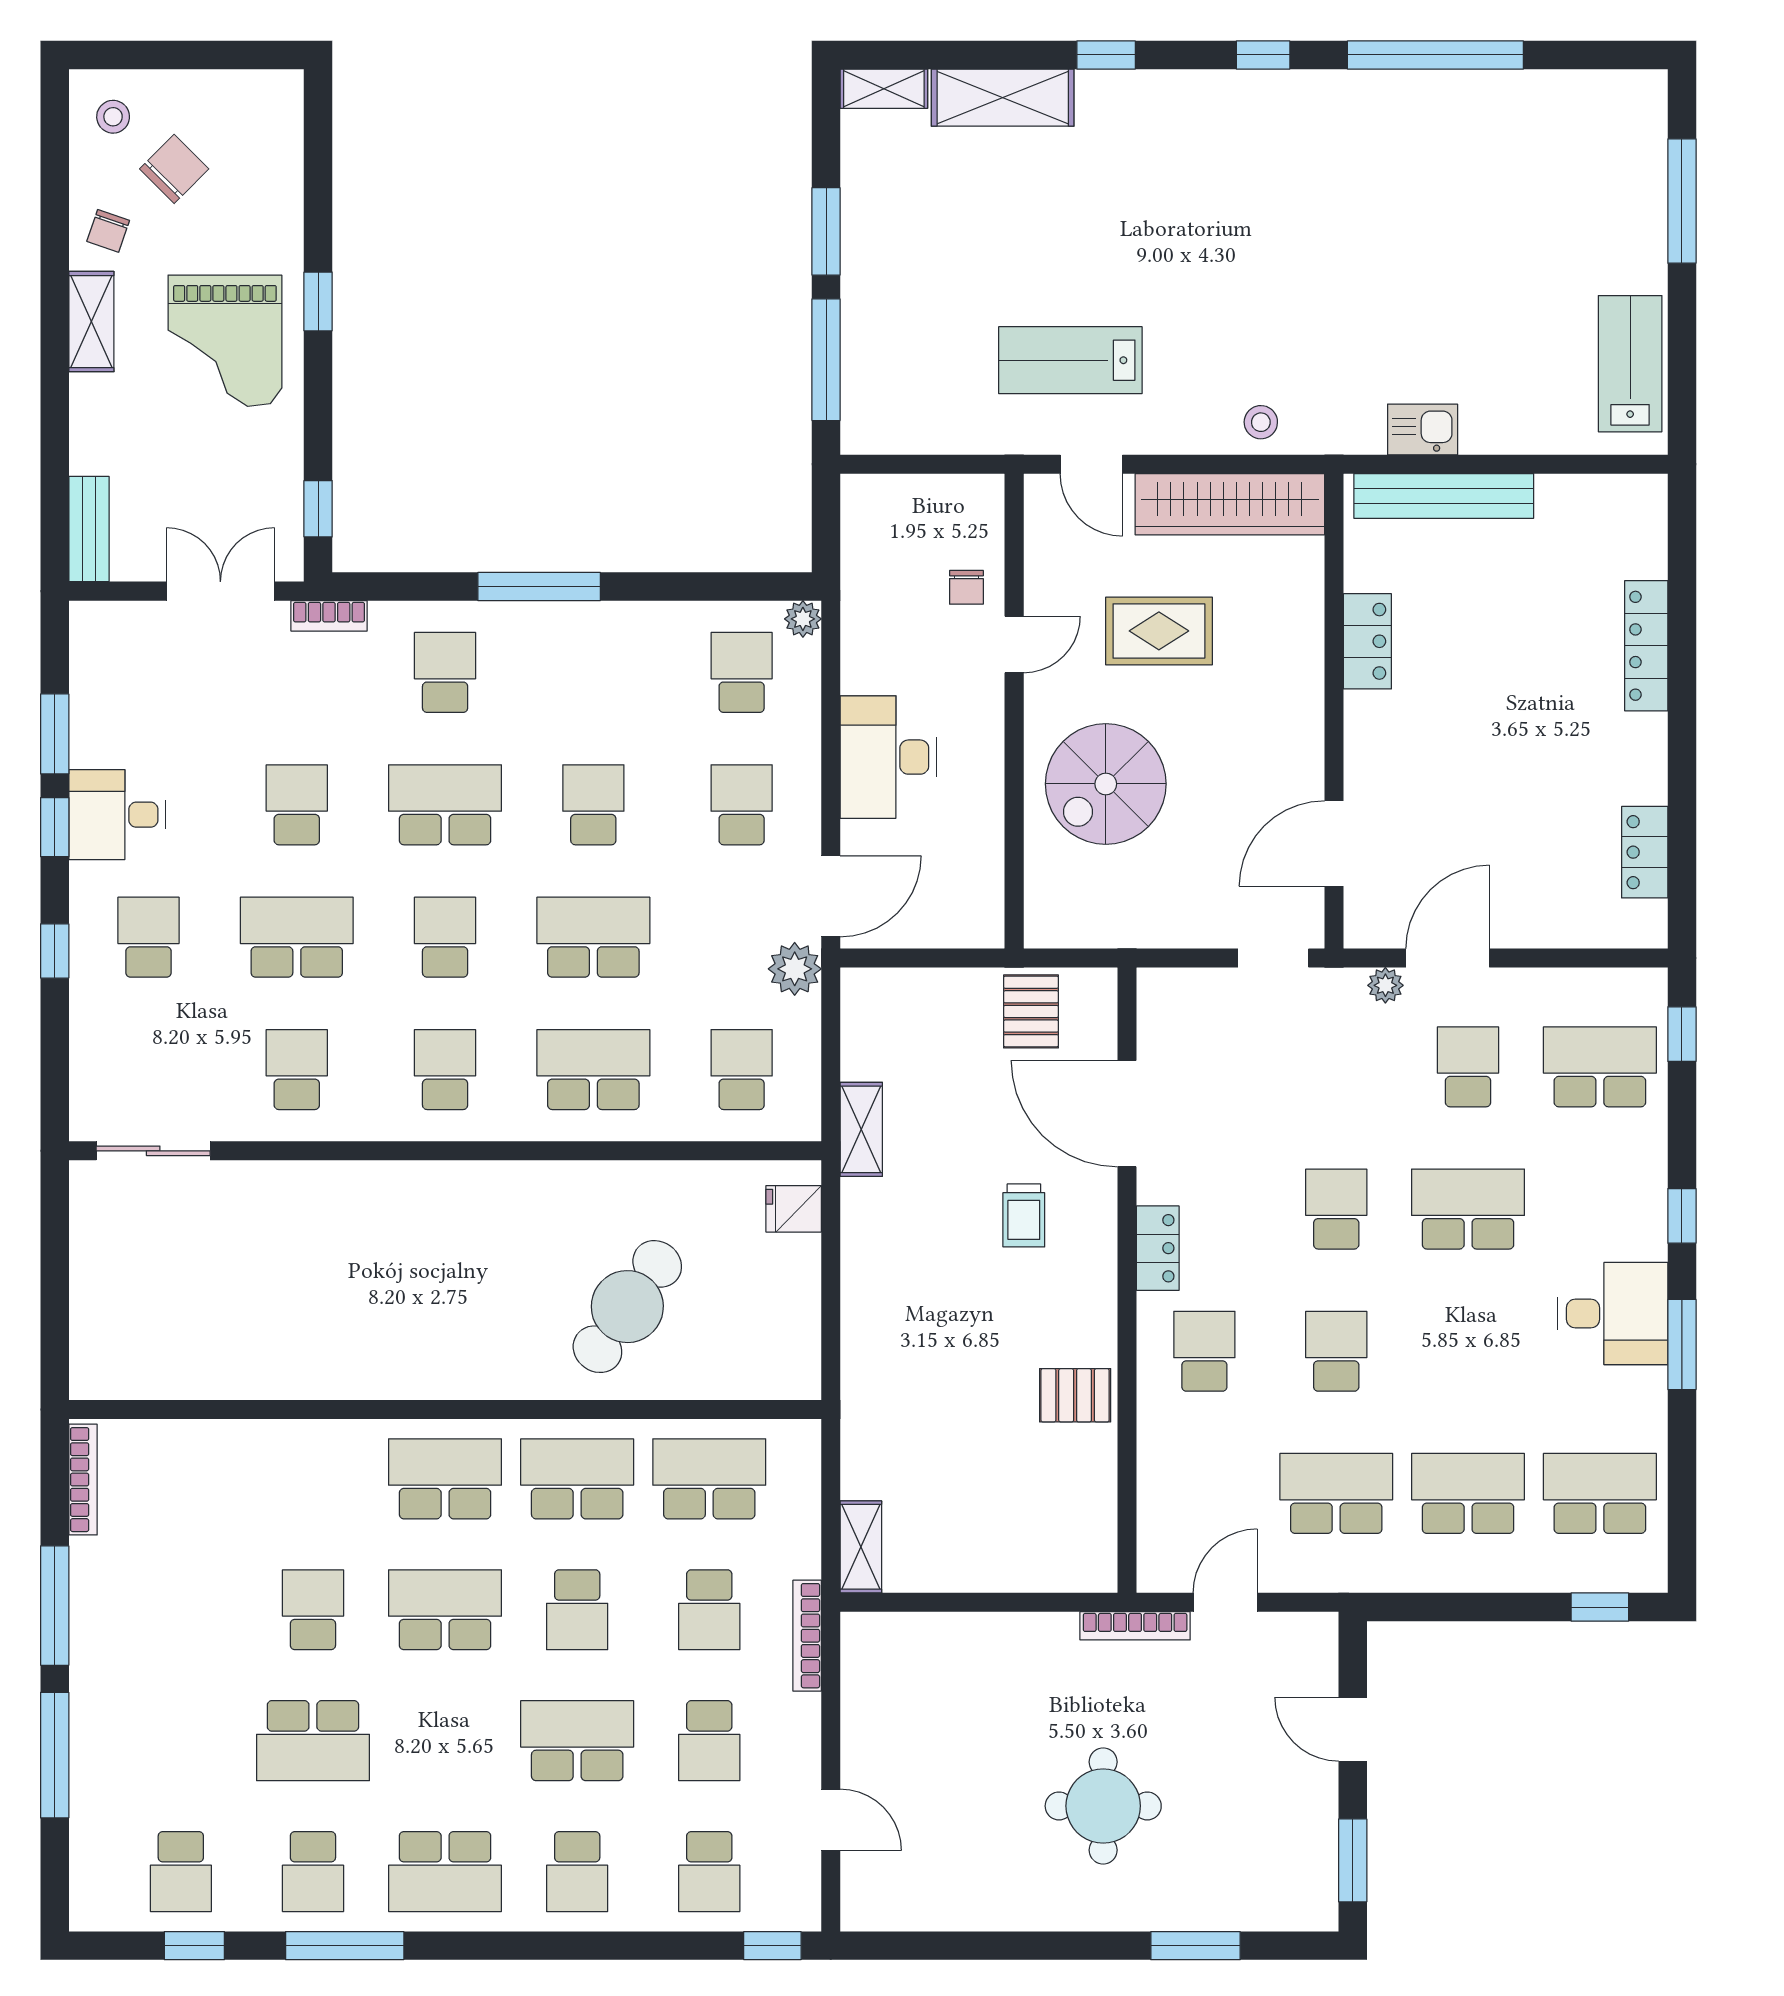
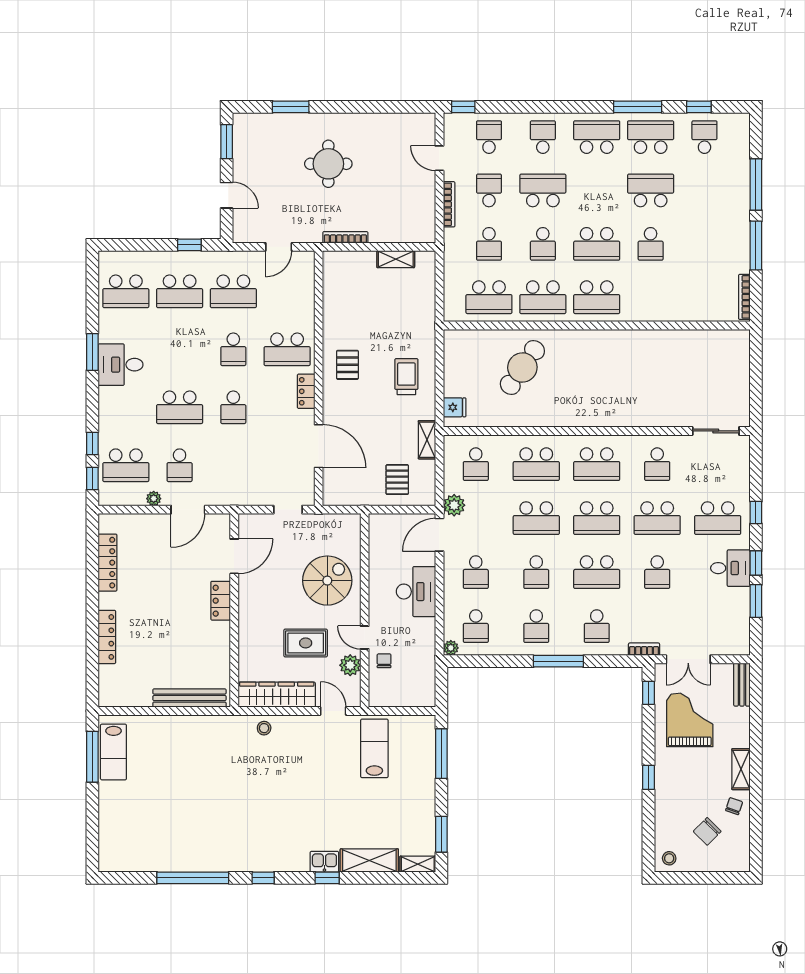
stool: (113, 117) -> (669, 858), moved
window: (1682, 201) -> (92, 757), moved
window: (826, 231) -> (441, 834), moved
grand piano: (225, 341) -> (690, 720), moved
lab bench: (1070, 360) -> (374, 748), moved, turned -90
kitchen sink: (1423, 429) -> (324, 862), moved, turned 180
plant: (1050, 576) -> (350, 665), added
locker: (1367, 641) -> (221, 601), moved
door: (1014, 644) -> (365, 637), hinge flipped
school desk: (593, 672) -> (536, 626), added
locker: (1645, 852) -> (108, 563), width x1.53
school desk: (149, 937) -> (718, 518), width x1.85
school desk: (445, 937) -> (597, 518), width x1.85
doorway: (1273, 958) -> (288, 510), moved
plant: (1385, 985) -> (154, 499), moved
pallet: (1031, 1011) -> (397, 480), moved
school desk: (445, 1070) -> (597, 464), width x1.85
trolley: (1024, 1215) -> (406, 377), moved, width x1.36, depth x1.39
window: (1682, 1216) -> (92, 443), moved
school desk: (1204, 1351) -> (287, 349), width x1.85
pallet: (1075, 1395) -> (347, 365), moved, turned 90
shelving: (861, 1547) -> (396, 259), moved, turned 90
window: (1600, 1607) -> (189, 245), moved
school desk: (577, 1610) -> (543, 244), turned 180
school desk: (709, 1610) -> (489, 244), turned 180
bookcase: (1135, 1626) -> (345, 237), moved
bookcase: (807, 1636) -> (449, 204), moved
school desk: (577, 1741) -> (543, 190), turned 180
school desk: (313, 1872) -> (651, 137), width x1.85

